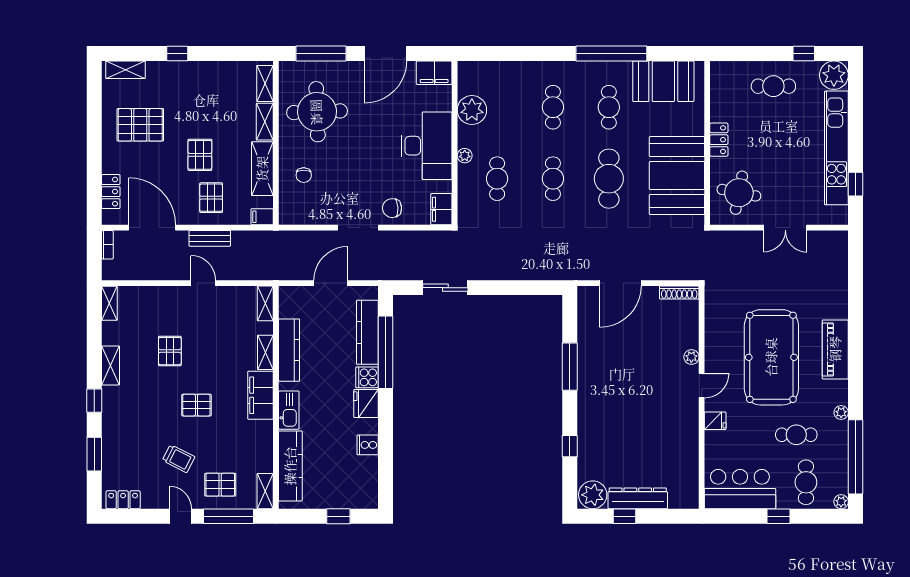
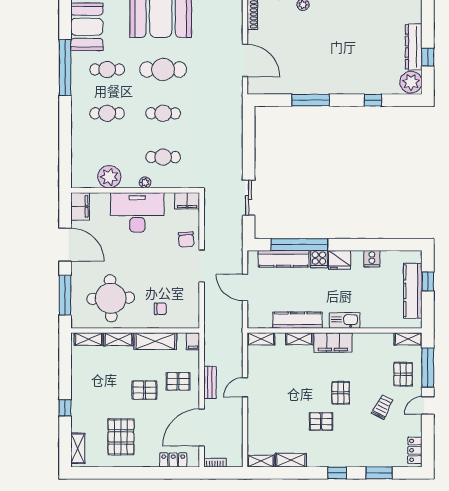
pallet: (170, 351) -> (321, 421), moved
shelving: (110, 365) -> (291, 460), moved
kitchen counter: (290, 466) -> (413, 291), moved, turned -90

